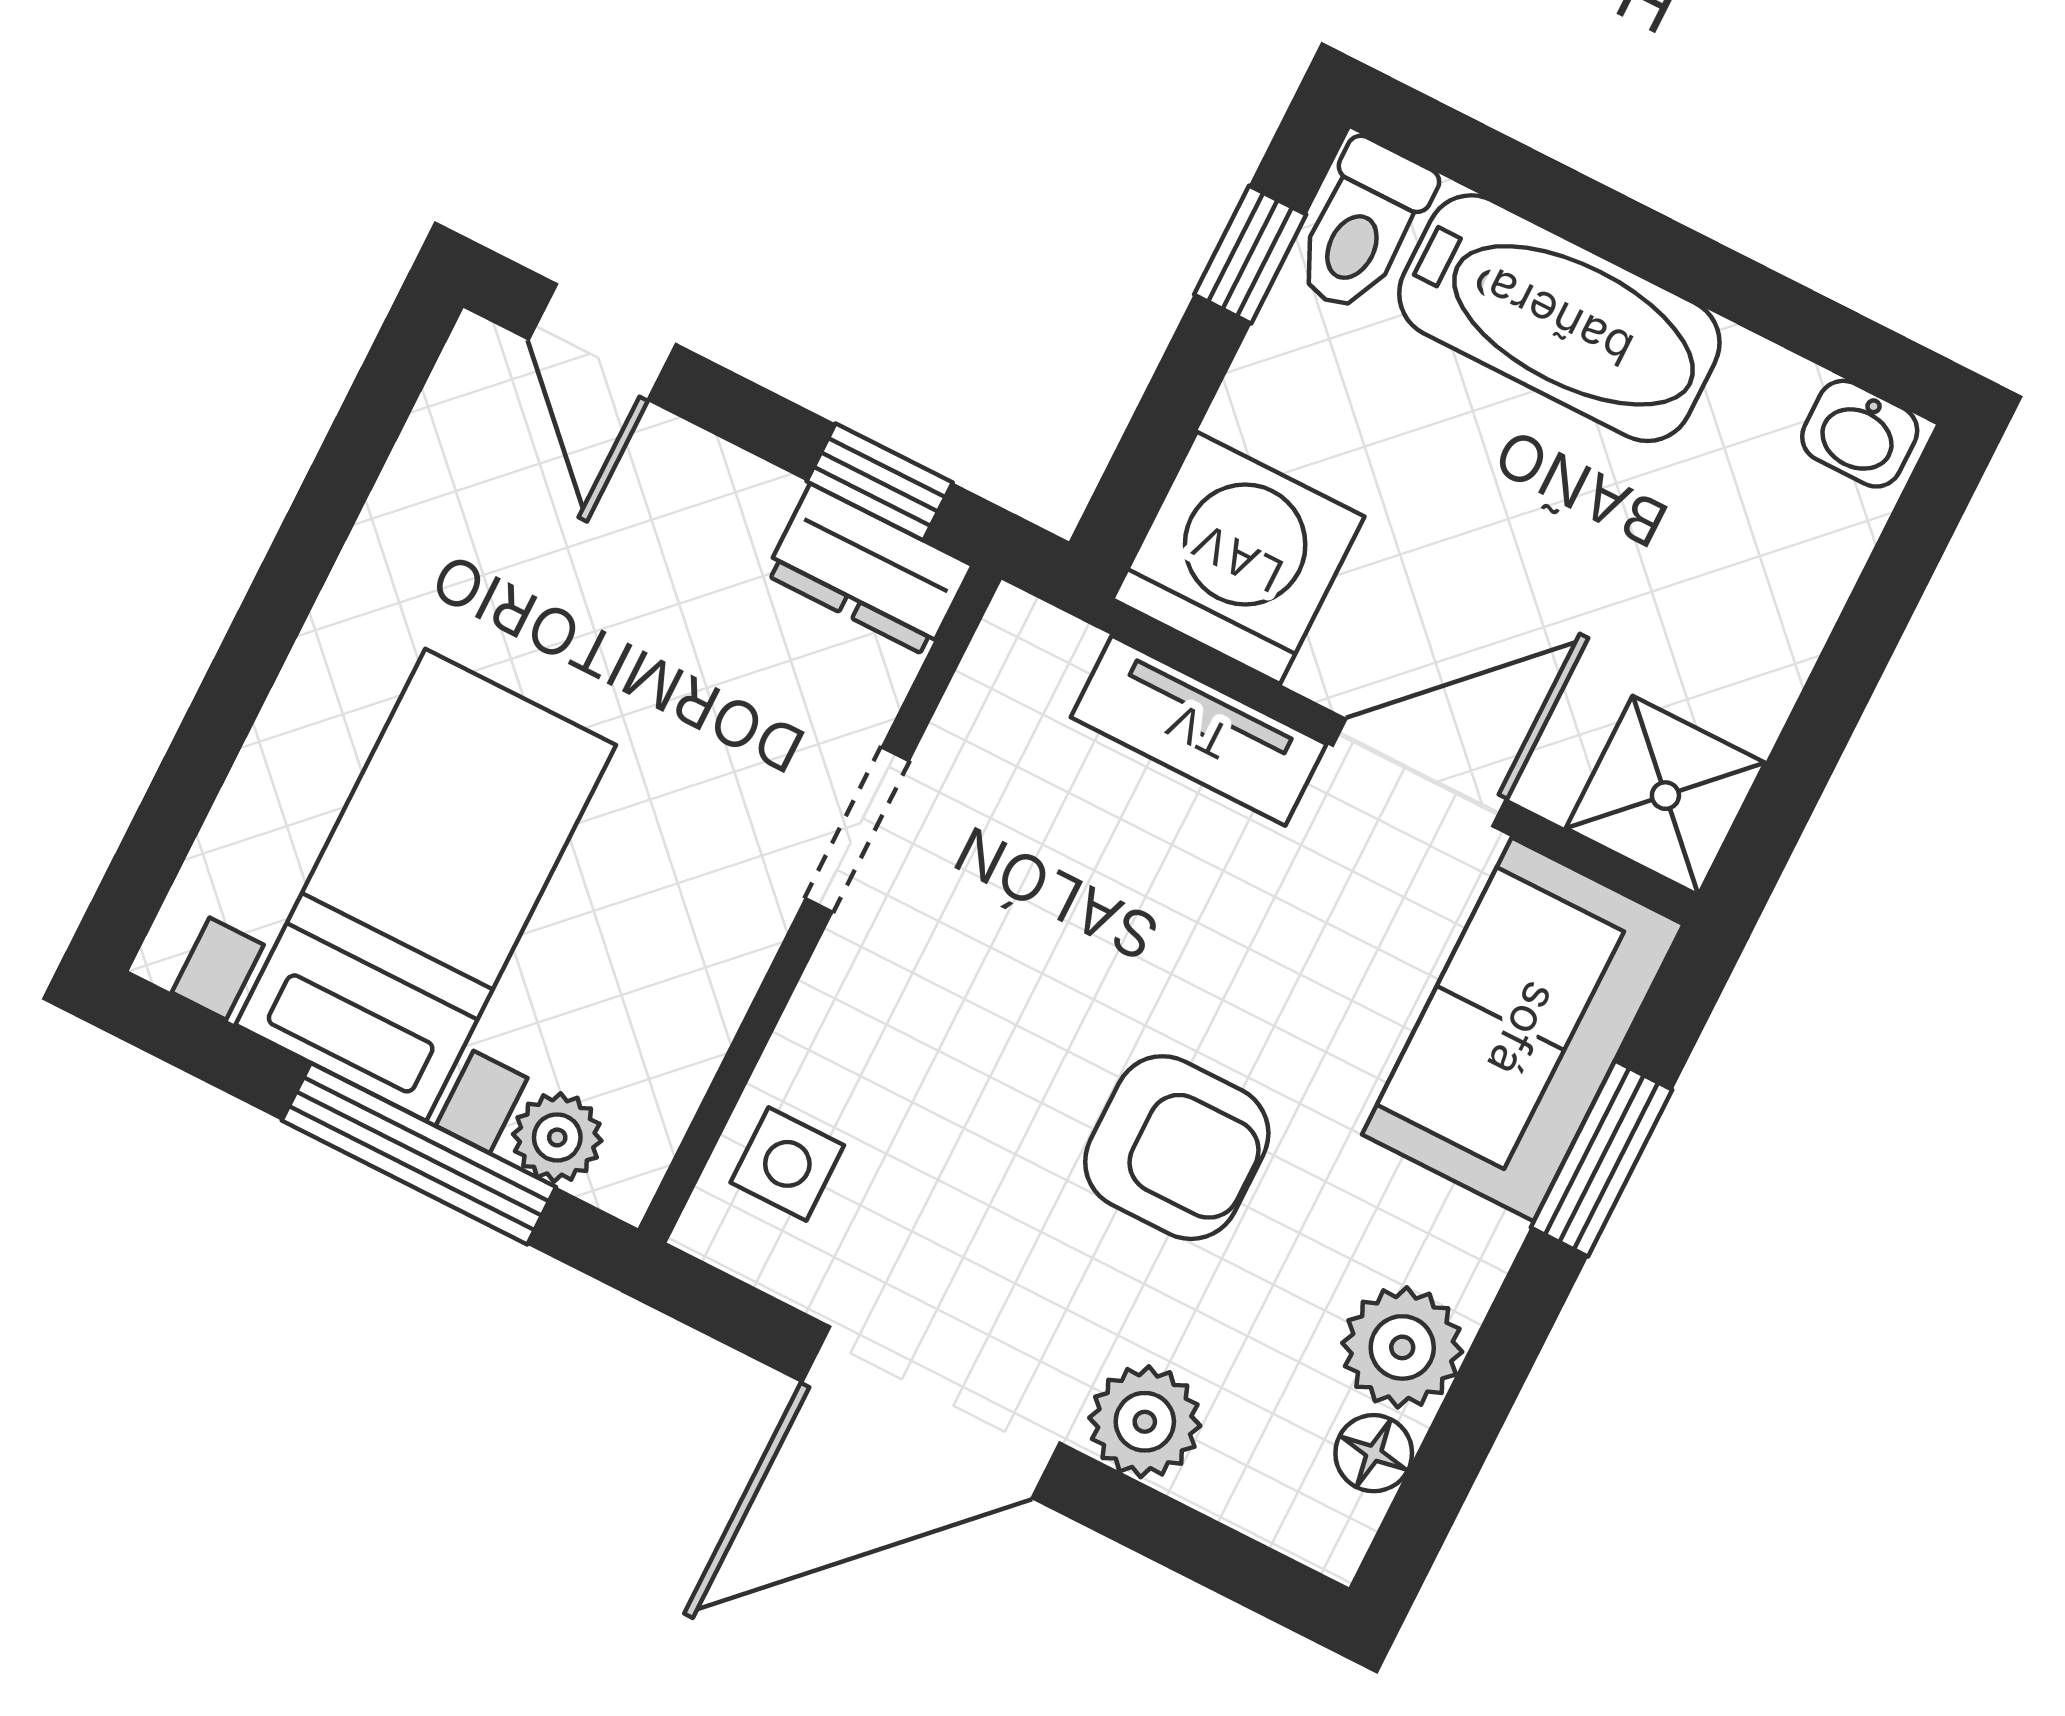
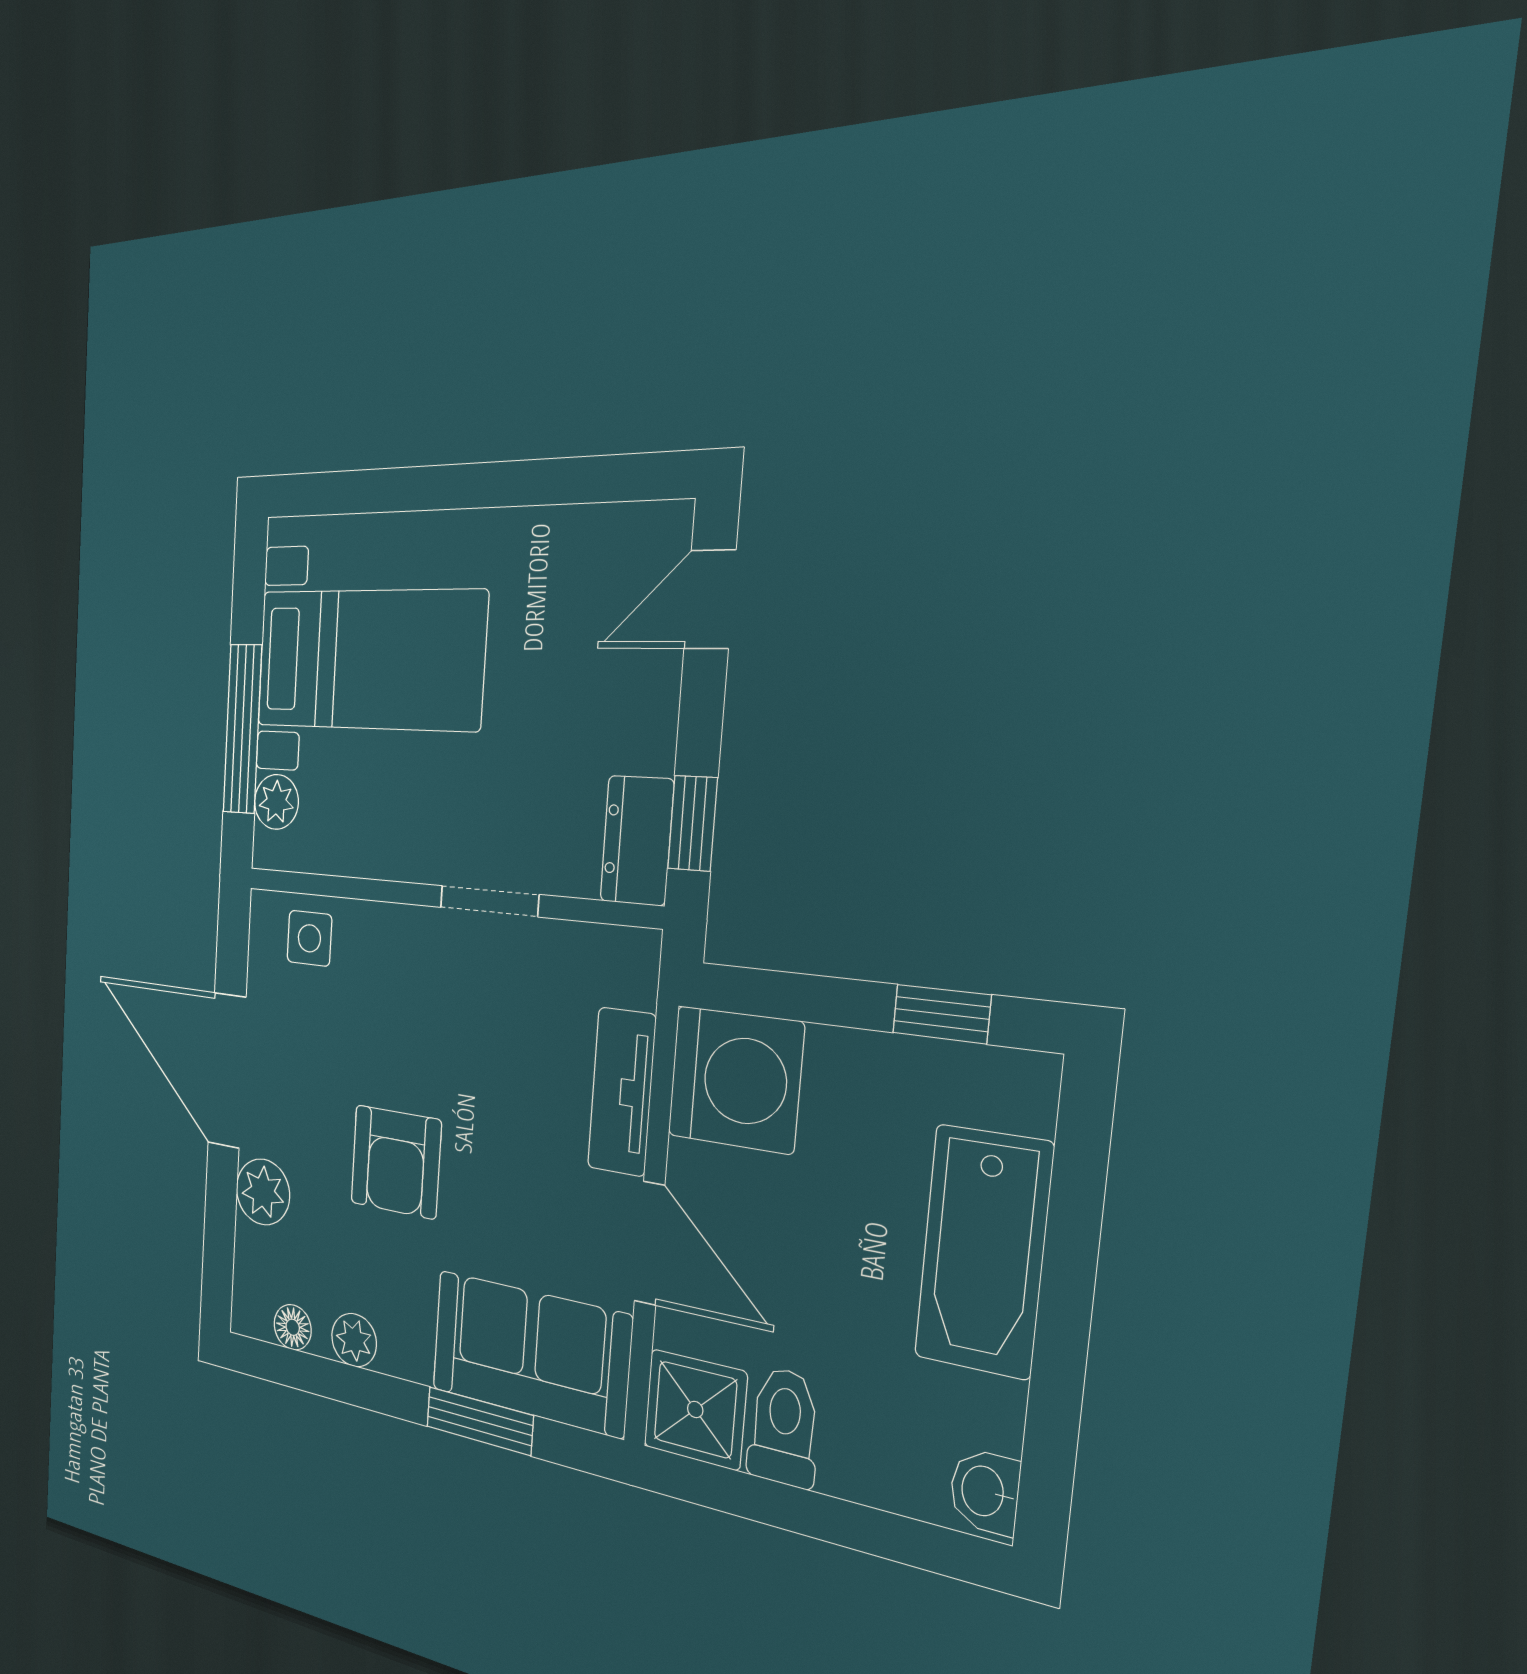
toilet: (1362, 227) -> (784, 1427), moved, turned 90
plant: (1402, 1347) -> (354, 1340), width x0.73, depth x0.73

